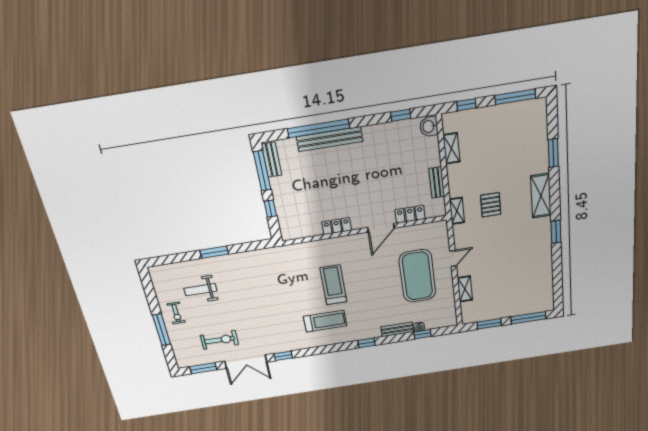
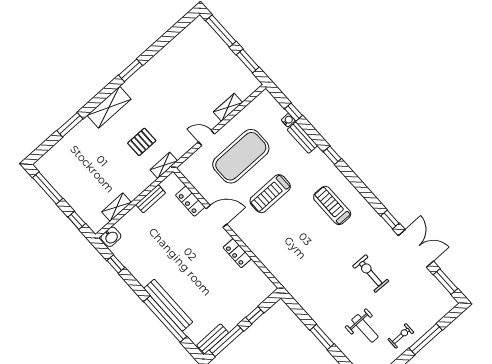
treadmill: (333, 285) -> (270, 194), moved
exercise bike: (219, 340) -> (371, 274), moved

